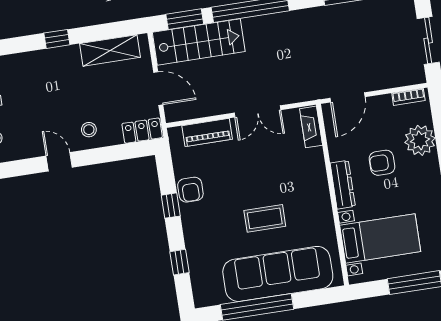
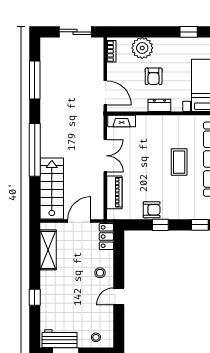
window: (185, 19) -> (35, 196), removed
window: (57, 39) -> (35, 297), moved
dresser: (343, 185) -> (159, 105), width x0.70

